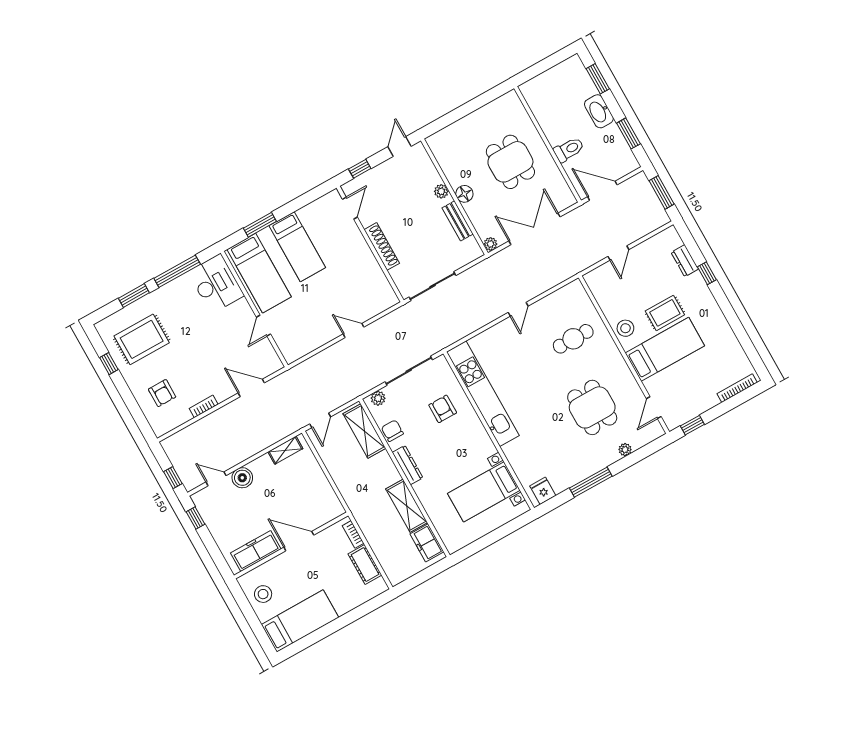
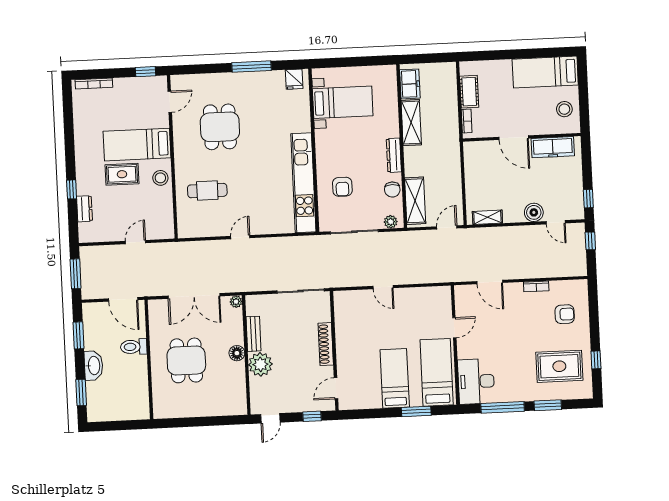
plant: (441, 191) -> (260, 364), width x1.88, depth x1.88
armchair: (162, 393) -> (565, 314), turned 90
plant: (625, 450) -> (210, 79), removed

